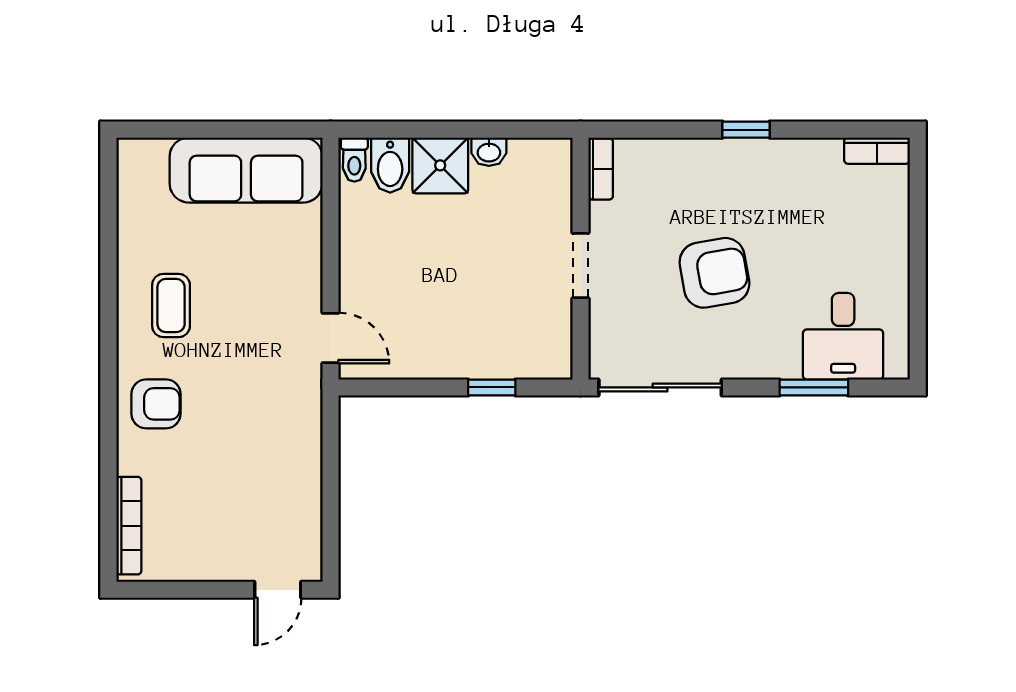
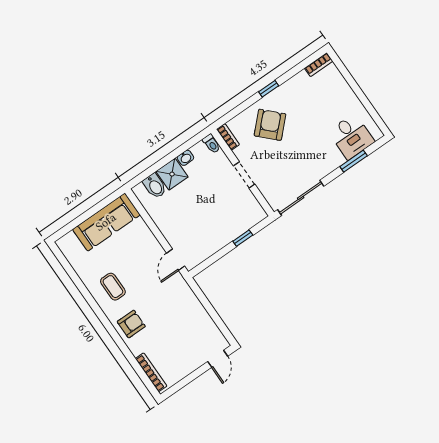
toilet: (354, 160) -> (211, 144), moved
armchair: (714, 273) -> (270, 125), moved, turned -35
door: (331, 338) -> (176, 260), swing flipped

